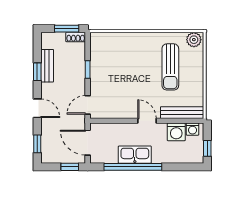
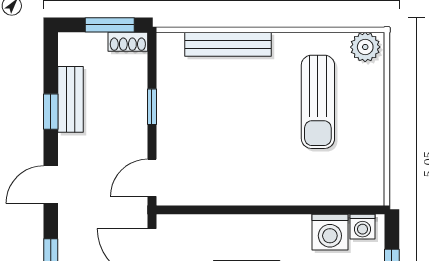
door: (37, 108) -> (51, 185), swing flipped
bench: (182, 113) -> (228, 44), moved
door: (147, 121) -> (271, 210), removed

